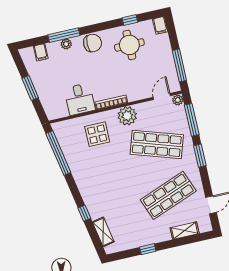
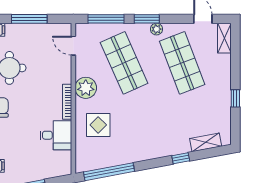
window: (179, 65) -> (29, 19), moved
plant: (178, 100) -> (156, 29), moved
shop shelf: (157, 144) -> (124, 63), turned -42
shelving: (185, 231) -> (224, 38), moved

